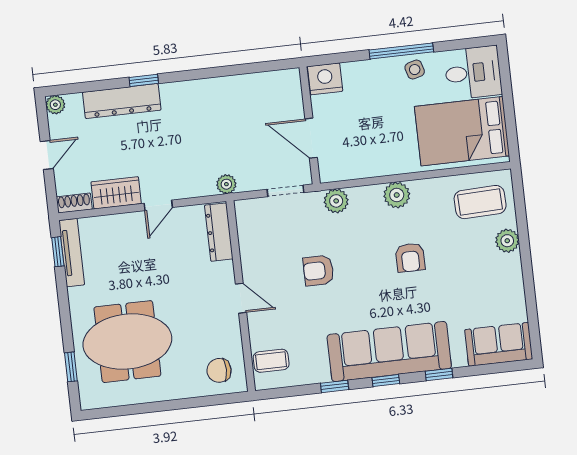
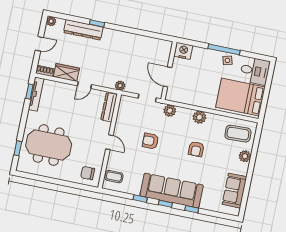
sofa: (499, 344) -> (234, 191), moved, turned -90

